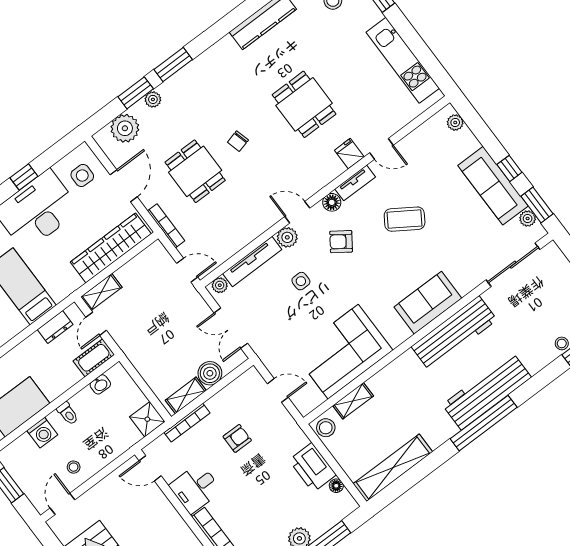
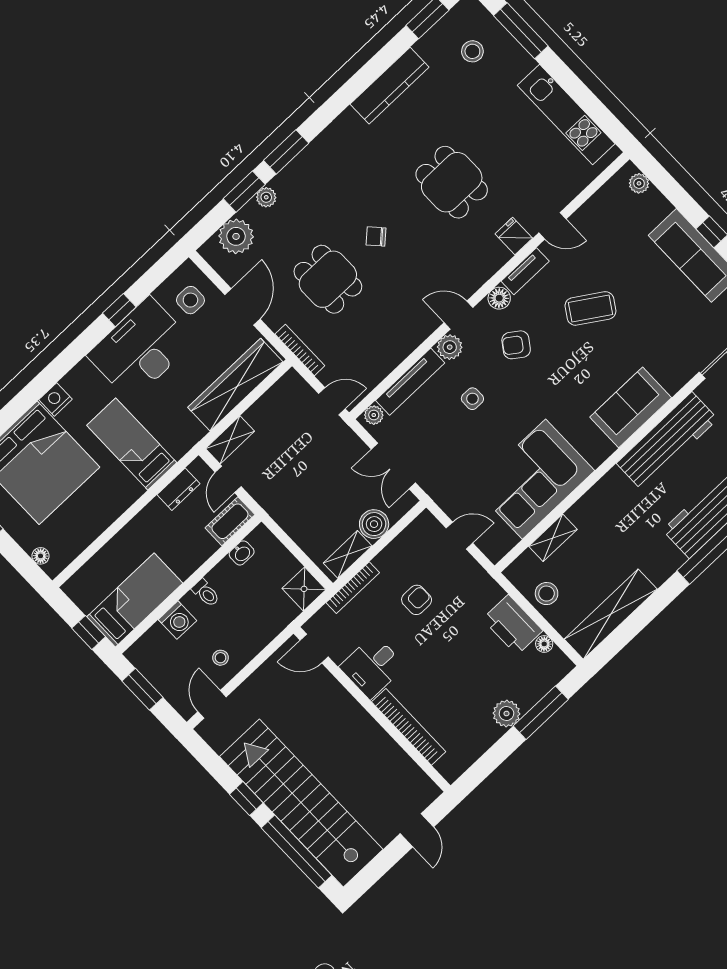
chair: (238, 141) -> (376, 236), turned 62
stool: (326, 428) -> (547, 594), moved

